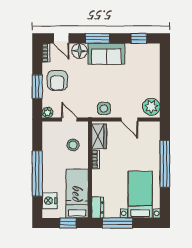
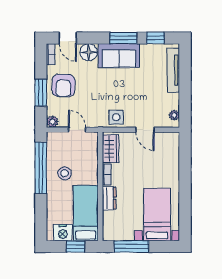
window: (97, 38) -> (123, 38), moved
tv unit: (155, 67) -> (173, 70), added
plant: (151, 107) -> (174, 115), width x0.53, depth x0.53
stool: (73, 145) -> (65, 173), moved
window: (165, 164) -> (185, 180), removed
window: (37, 173) -> (41, 168), moved
nightstand: (50, 201) -> (63, 233), moved, turned -90
dresser: (98, 208) -> (109, 198), moved

